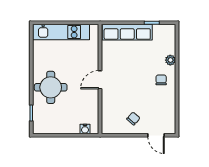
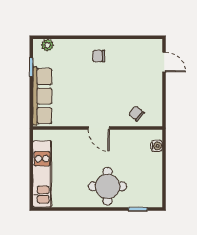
plant: (170, 60) -> (47, 45), moved
chair: (133, 118) -> (136, 113), moved
door: (156, 135) -> (164, 62), hinge flipped

